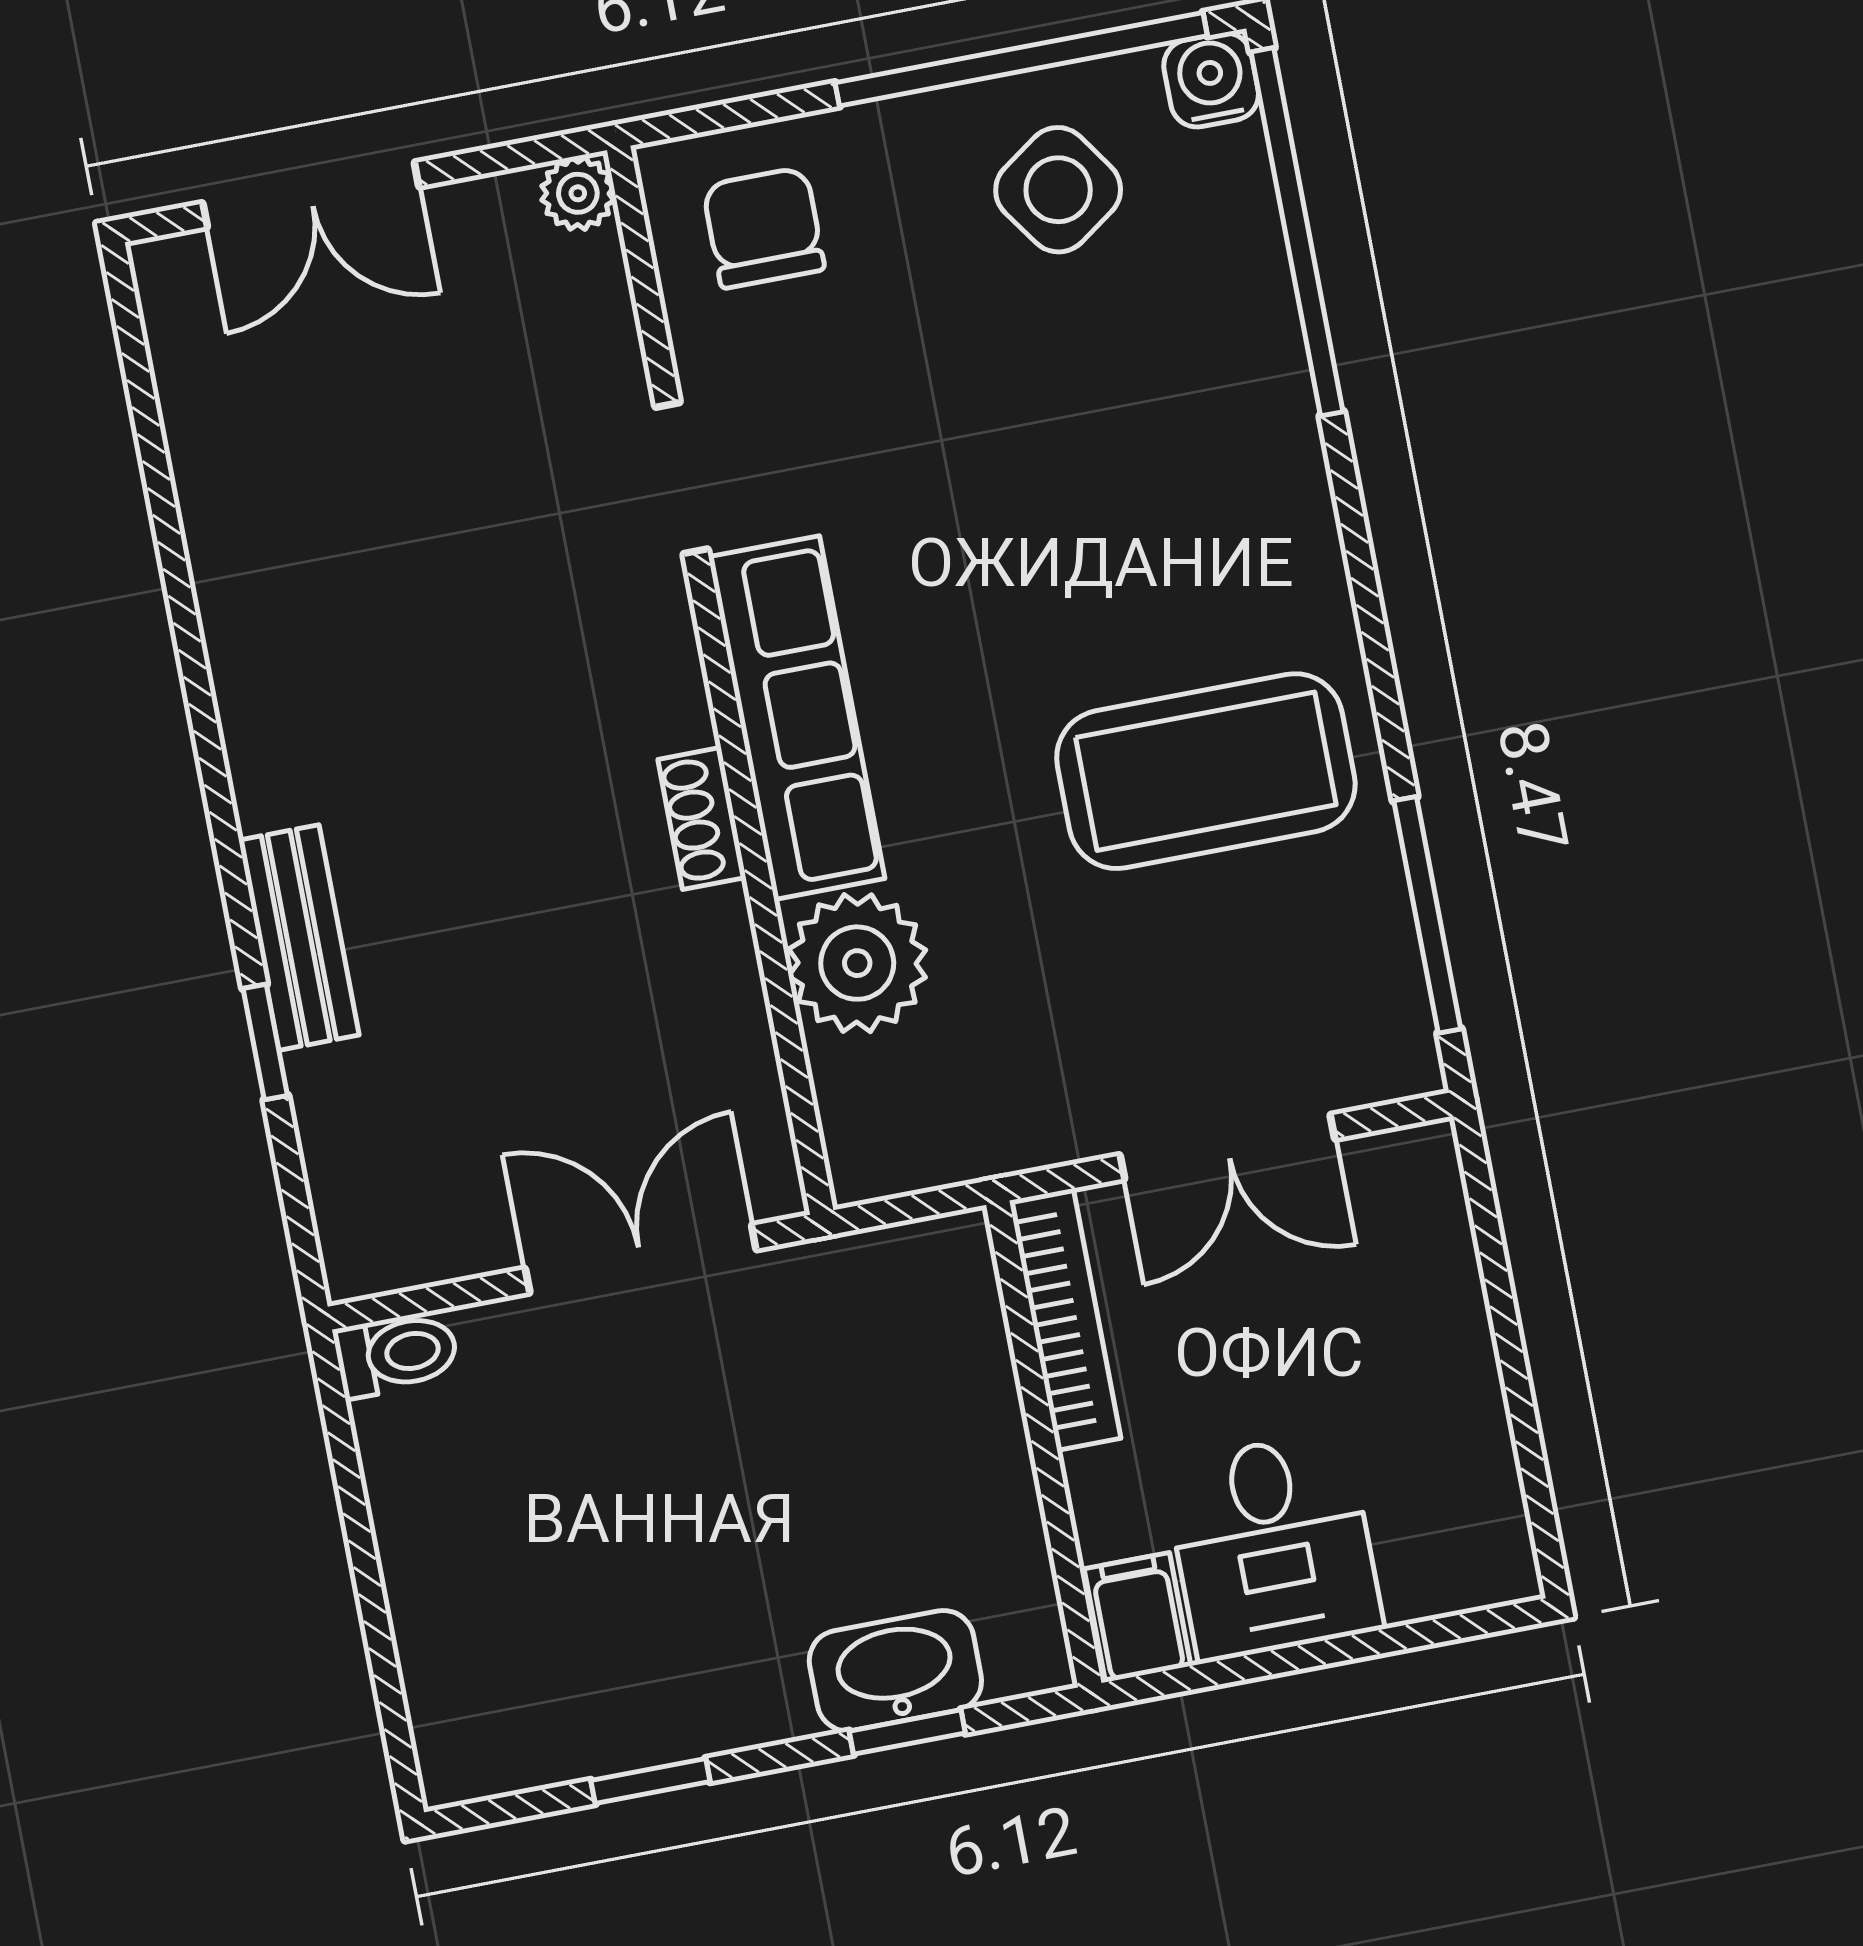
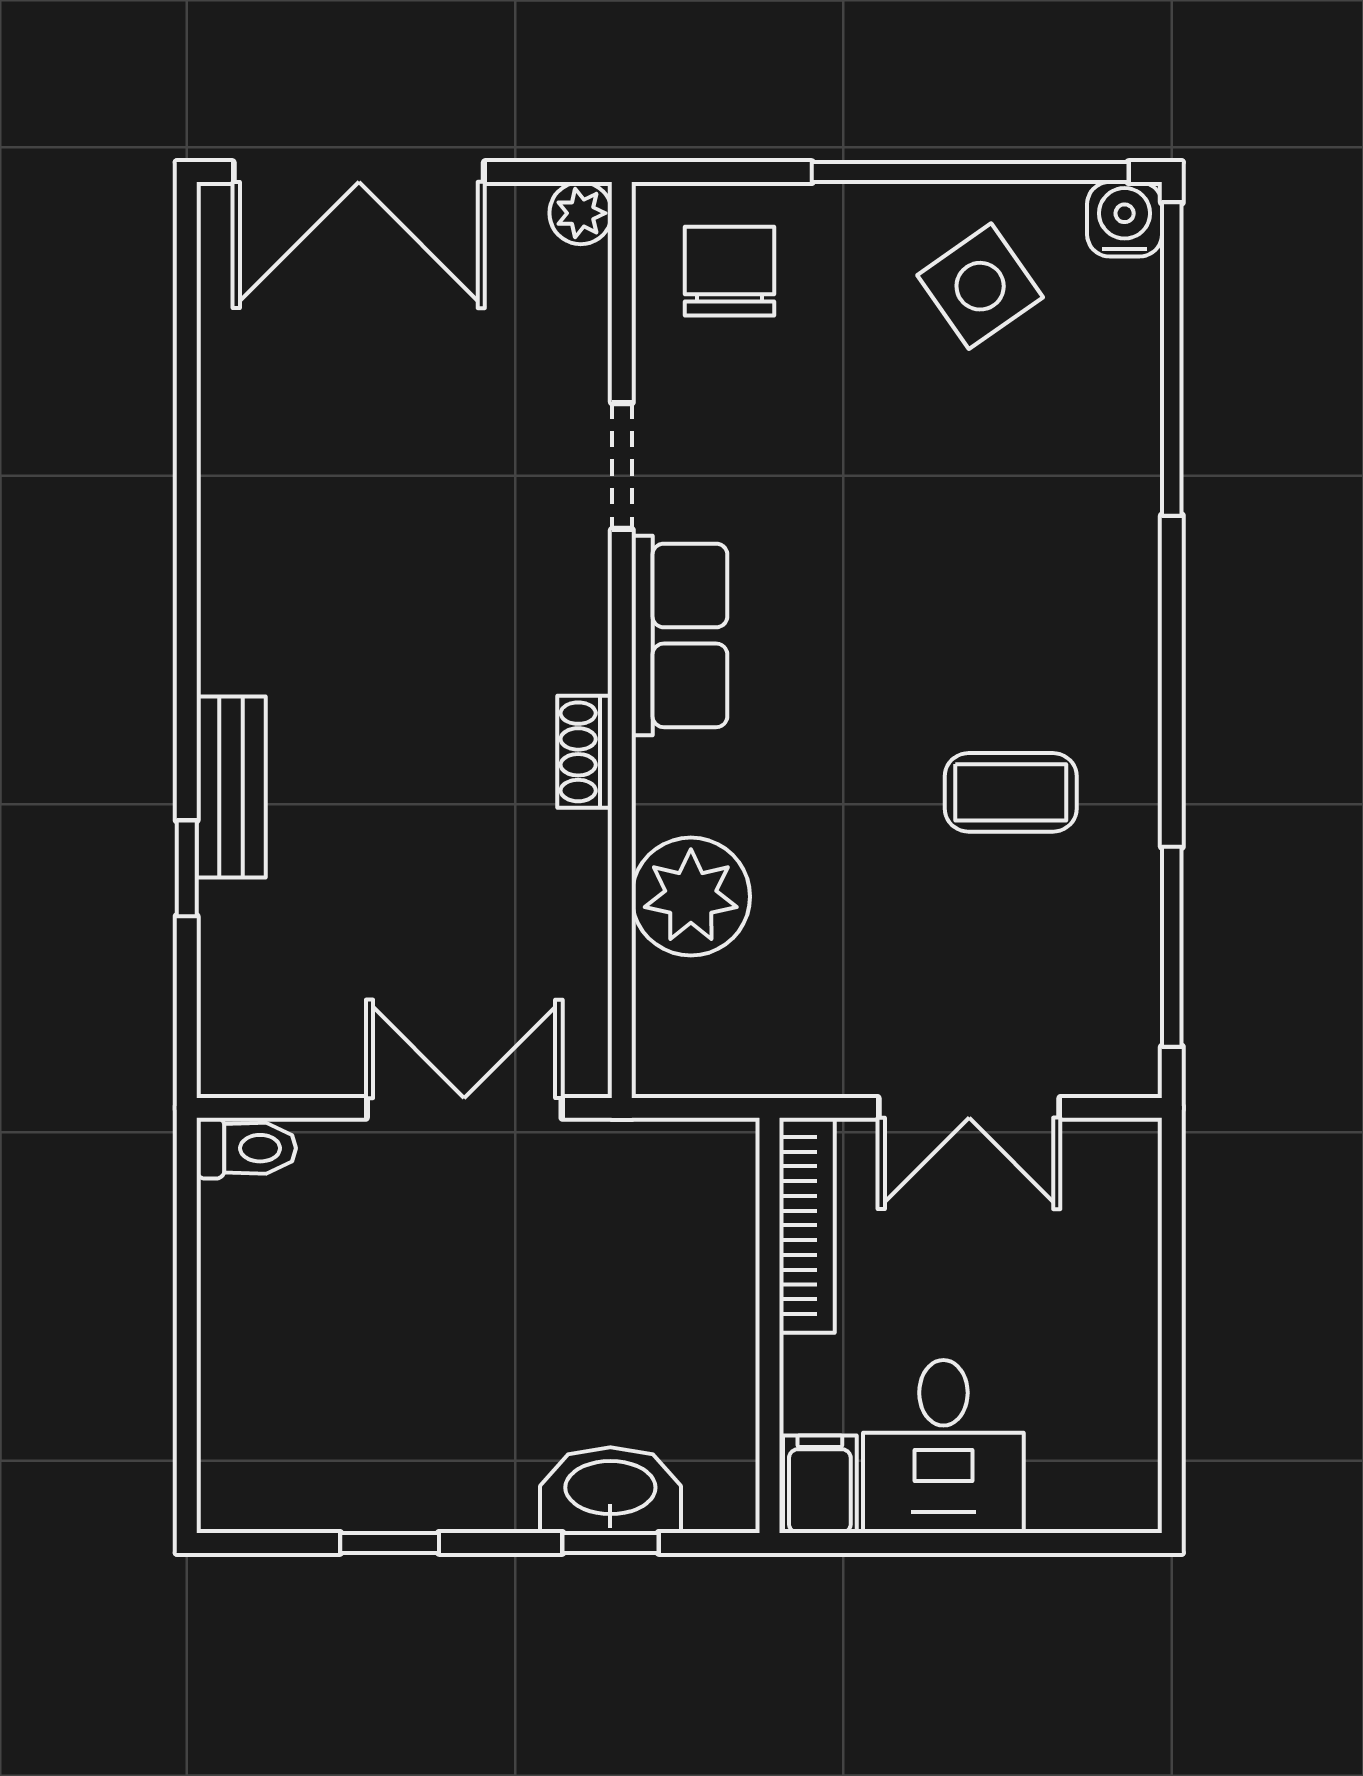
double door: (311, 195) -> (359, 172), width x1.37
row of seats: (797, 718) -> (679, 635), width x0.68
coffee table: (1206, 771) -> (1011, 792), width x0.54, depth x0.58

